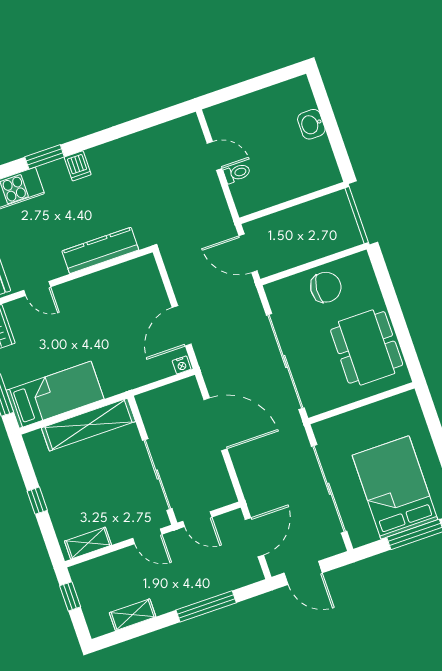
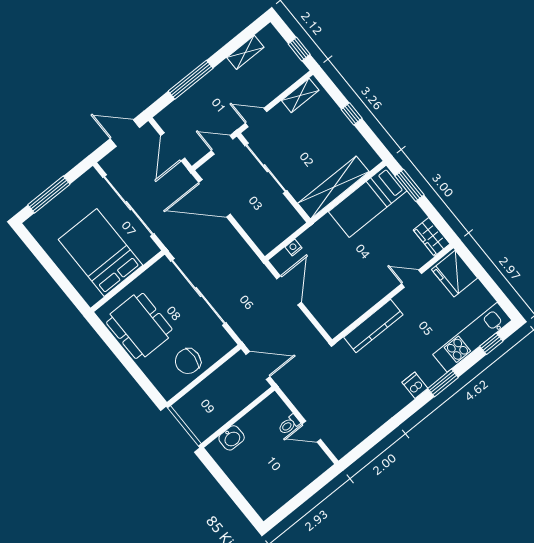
washbasin: (311, 124) -> (232, 438), moved, turned 90
nightstand: (182, 365) -> (294, 247), moved
door: (215, 424) -> (214, 198), moved
bed: (395, 487) -> (100, 252), moved, turned 180

